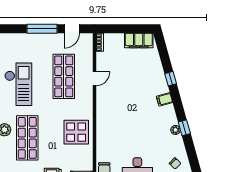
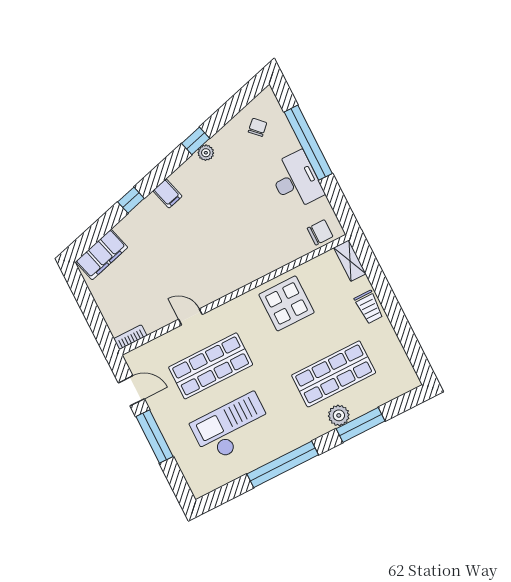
filing cabinet: (139, 41) -> (102, 255), moved, turned 74
checkout: (18, 84) -> (232, 427), moved

